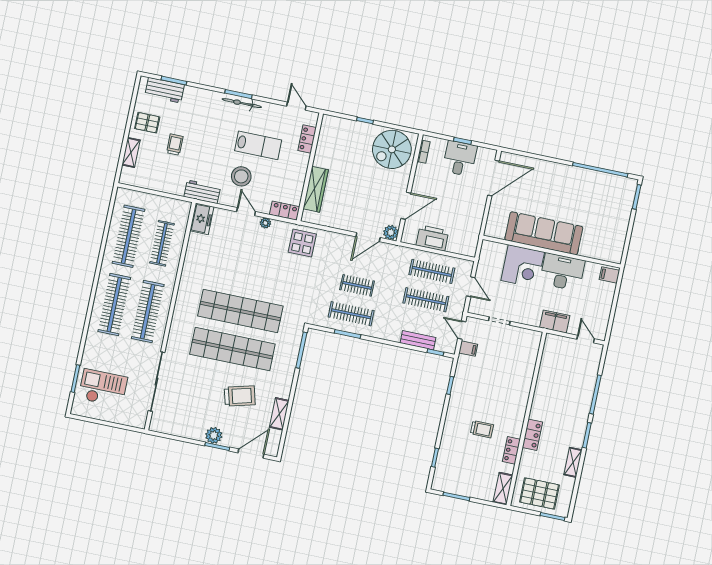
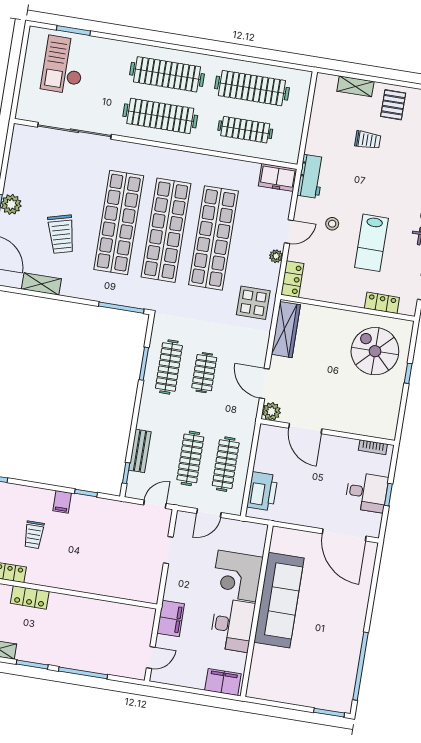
spiral stairs: (392, 149) -> (375, 351), moved
stool: (241, 176) -> (332, 224), width x0.53, depth x0.53
wardrobe: (316, 189) -> (286, 330), moved, turned -90
printer: (432, 238) -> (262, 491), moved
shop shelf: (248, 273) -> (213, 238), added
filing cabinet: (609, 275) -> (223, 682), width x2.00
filing cabinet: (468, 349) -> (62, 502), moved
checkout: (103, 388) -> (64, 65), turned 180

